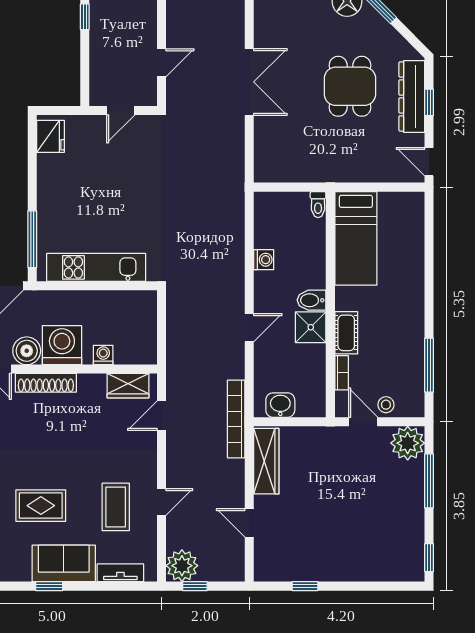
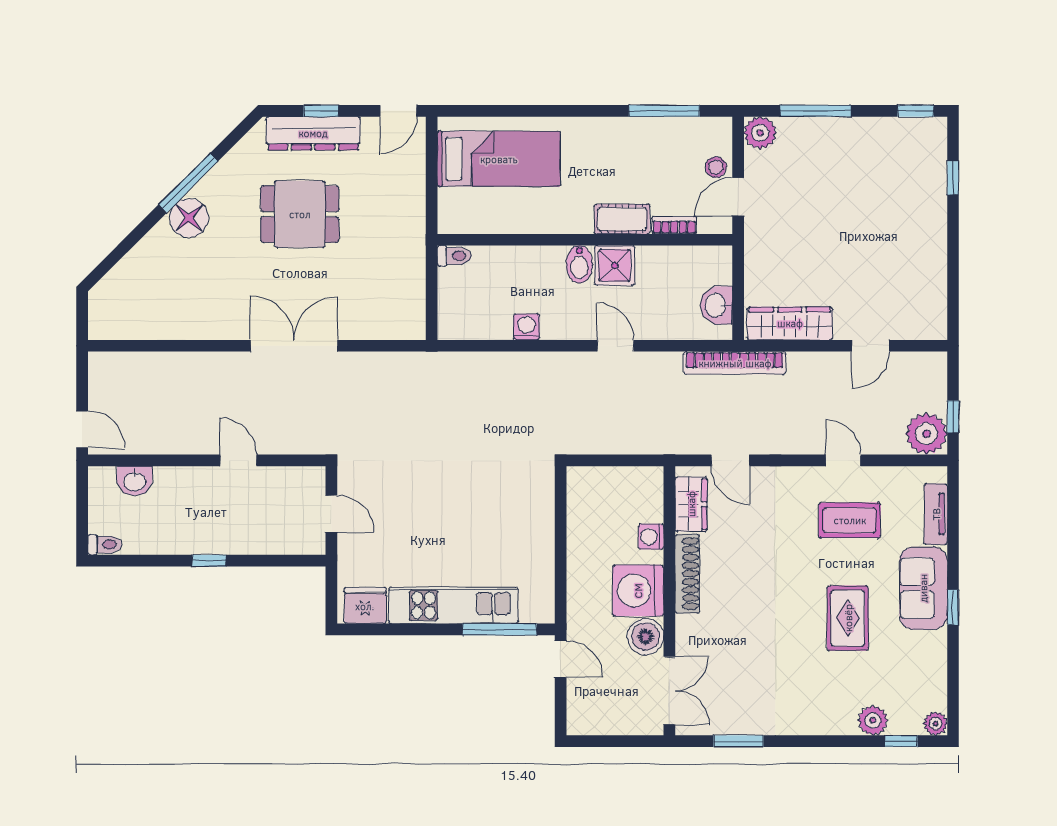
door: (162, 63) -> (238, 460), moved
bed: (356, 238) -> (499, 159), moved
kitchen unit: (96, 267) -> (453, 605), moved, turned 90
shoe rack: (46, 383) -> (687, 574), moved
plant: (408, 443) -> (760, 133), width x0.73, depth x0.73
window: (305, 586) -> (953, 178), moved

